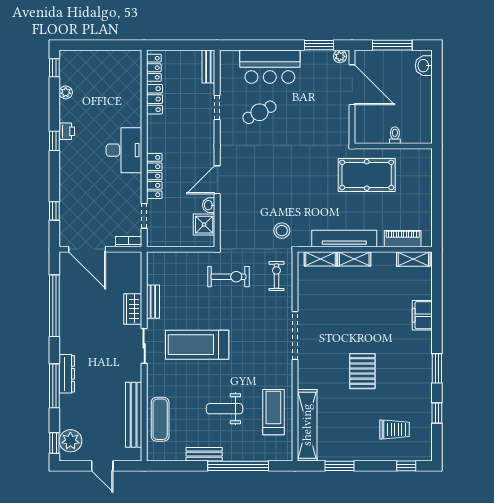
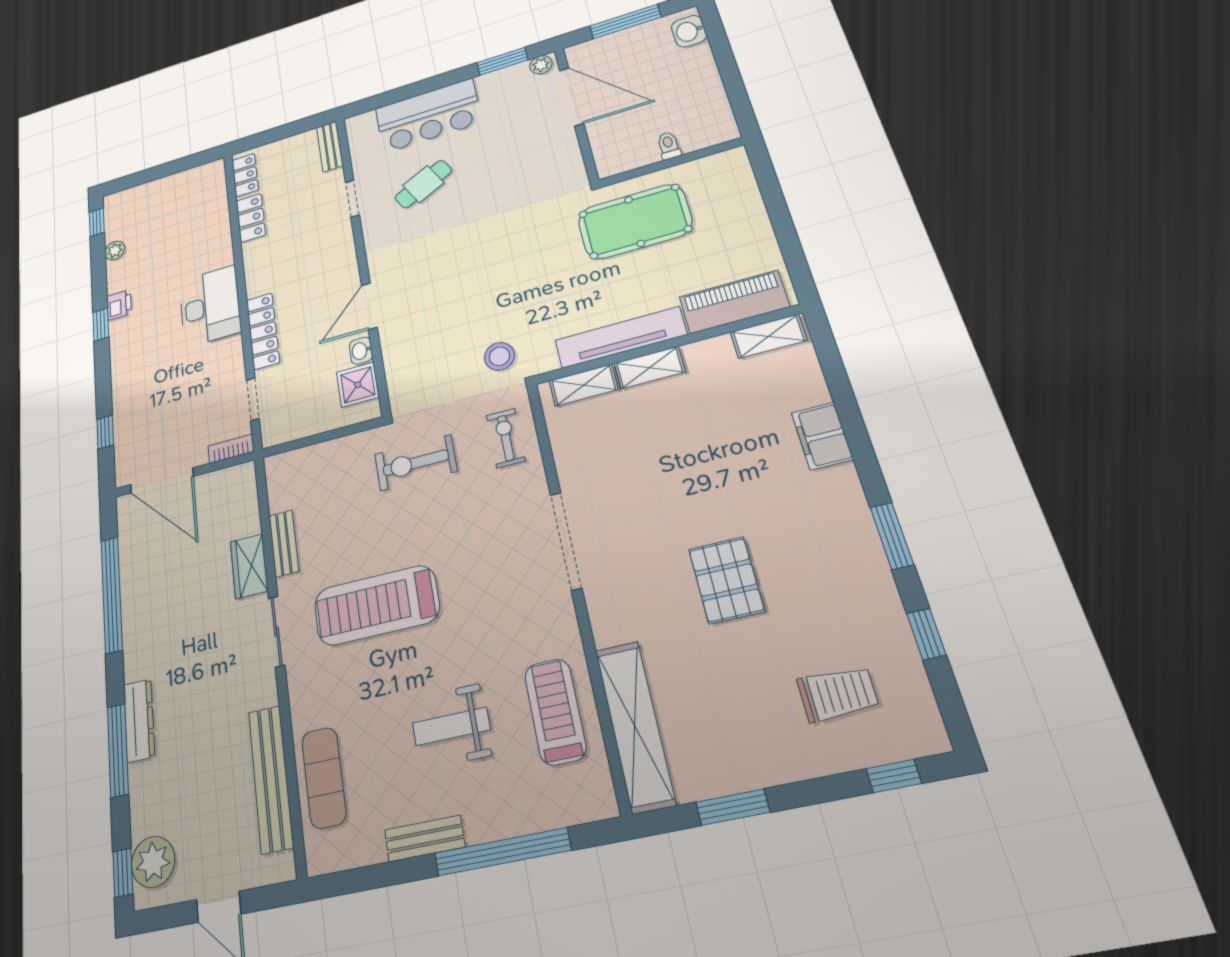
piano: (403, 239) -> (734, 302), width x1.37, depth x1.33
exercise bike: (228, 277) -> (416, 463), turned 180

